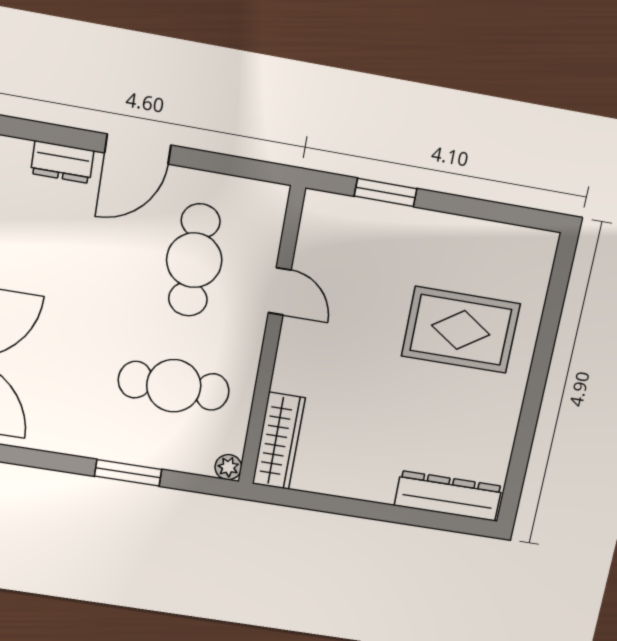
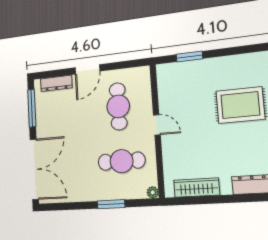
dresser: (62, 162) -> (56, 83), width x1.44
door: (280, 291) -> (157, 125), moved
wardrobe: (279, 441) -> (197, 188), moved, turned -90

